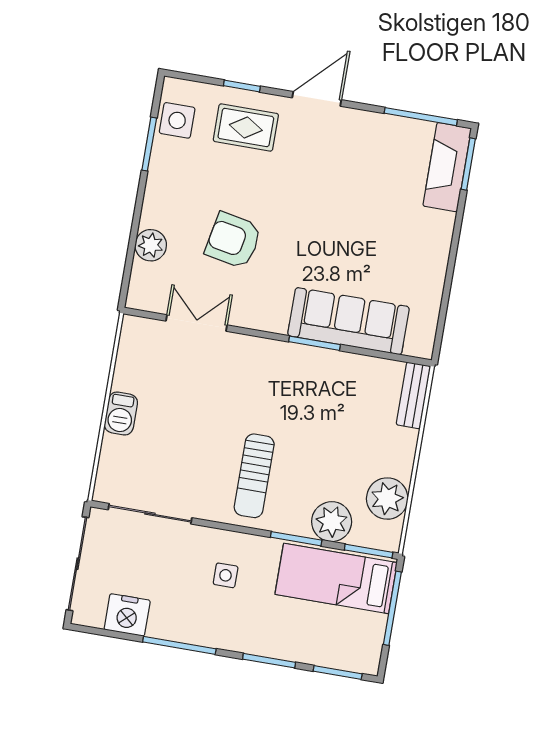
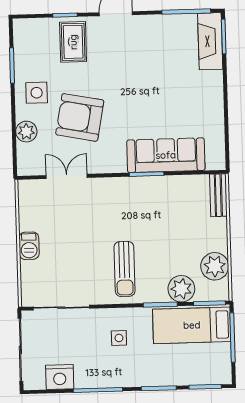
side table: (177, 120) -> (37, 93), moved
rug: (246, 127) -> (73, 42), turned 90
armchair: (233, 240) -> (80, 117), width x1.36, depth x1.36

